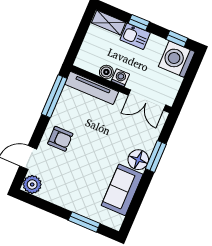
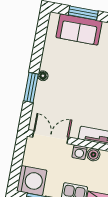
floor lamp: (138, 160) -> (43, 76), width x0.53, depth x0.53
sofa: (122, 190) -> (79, 29), moved, turned 90

